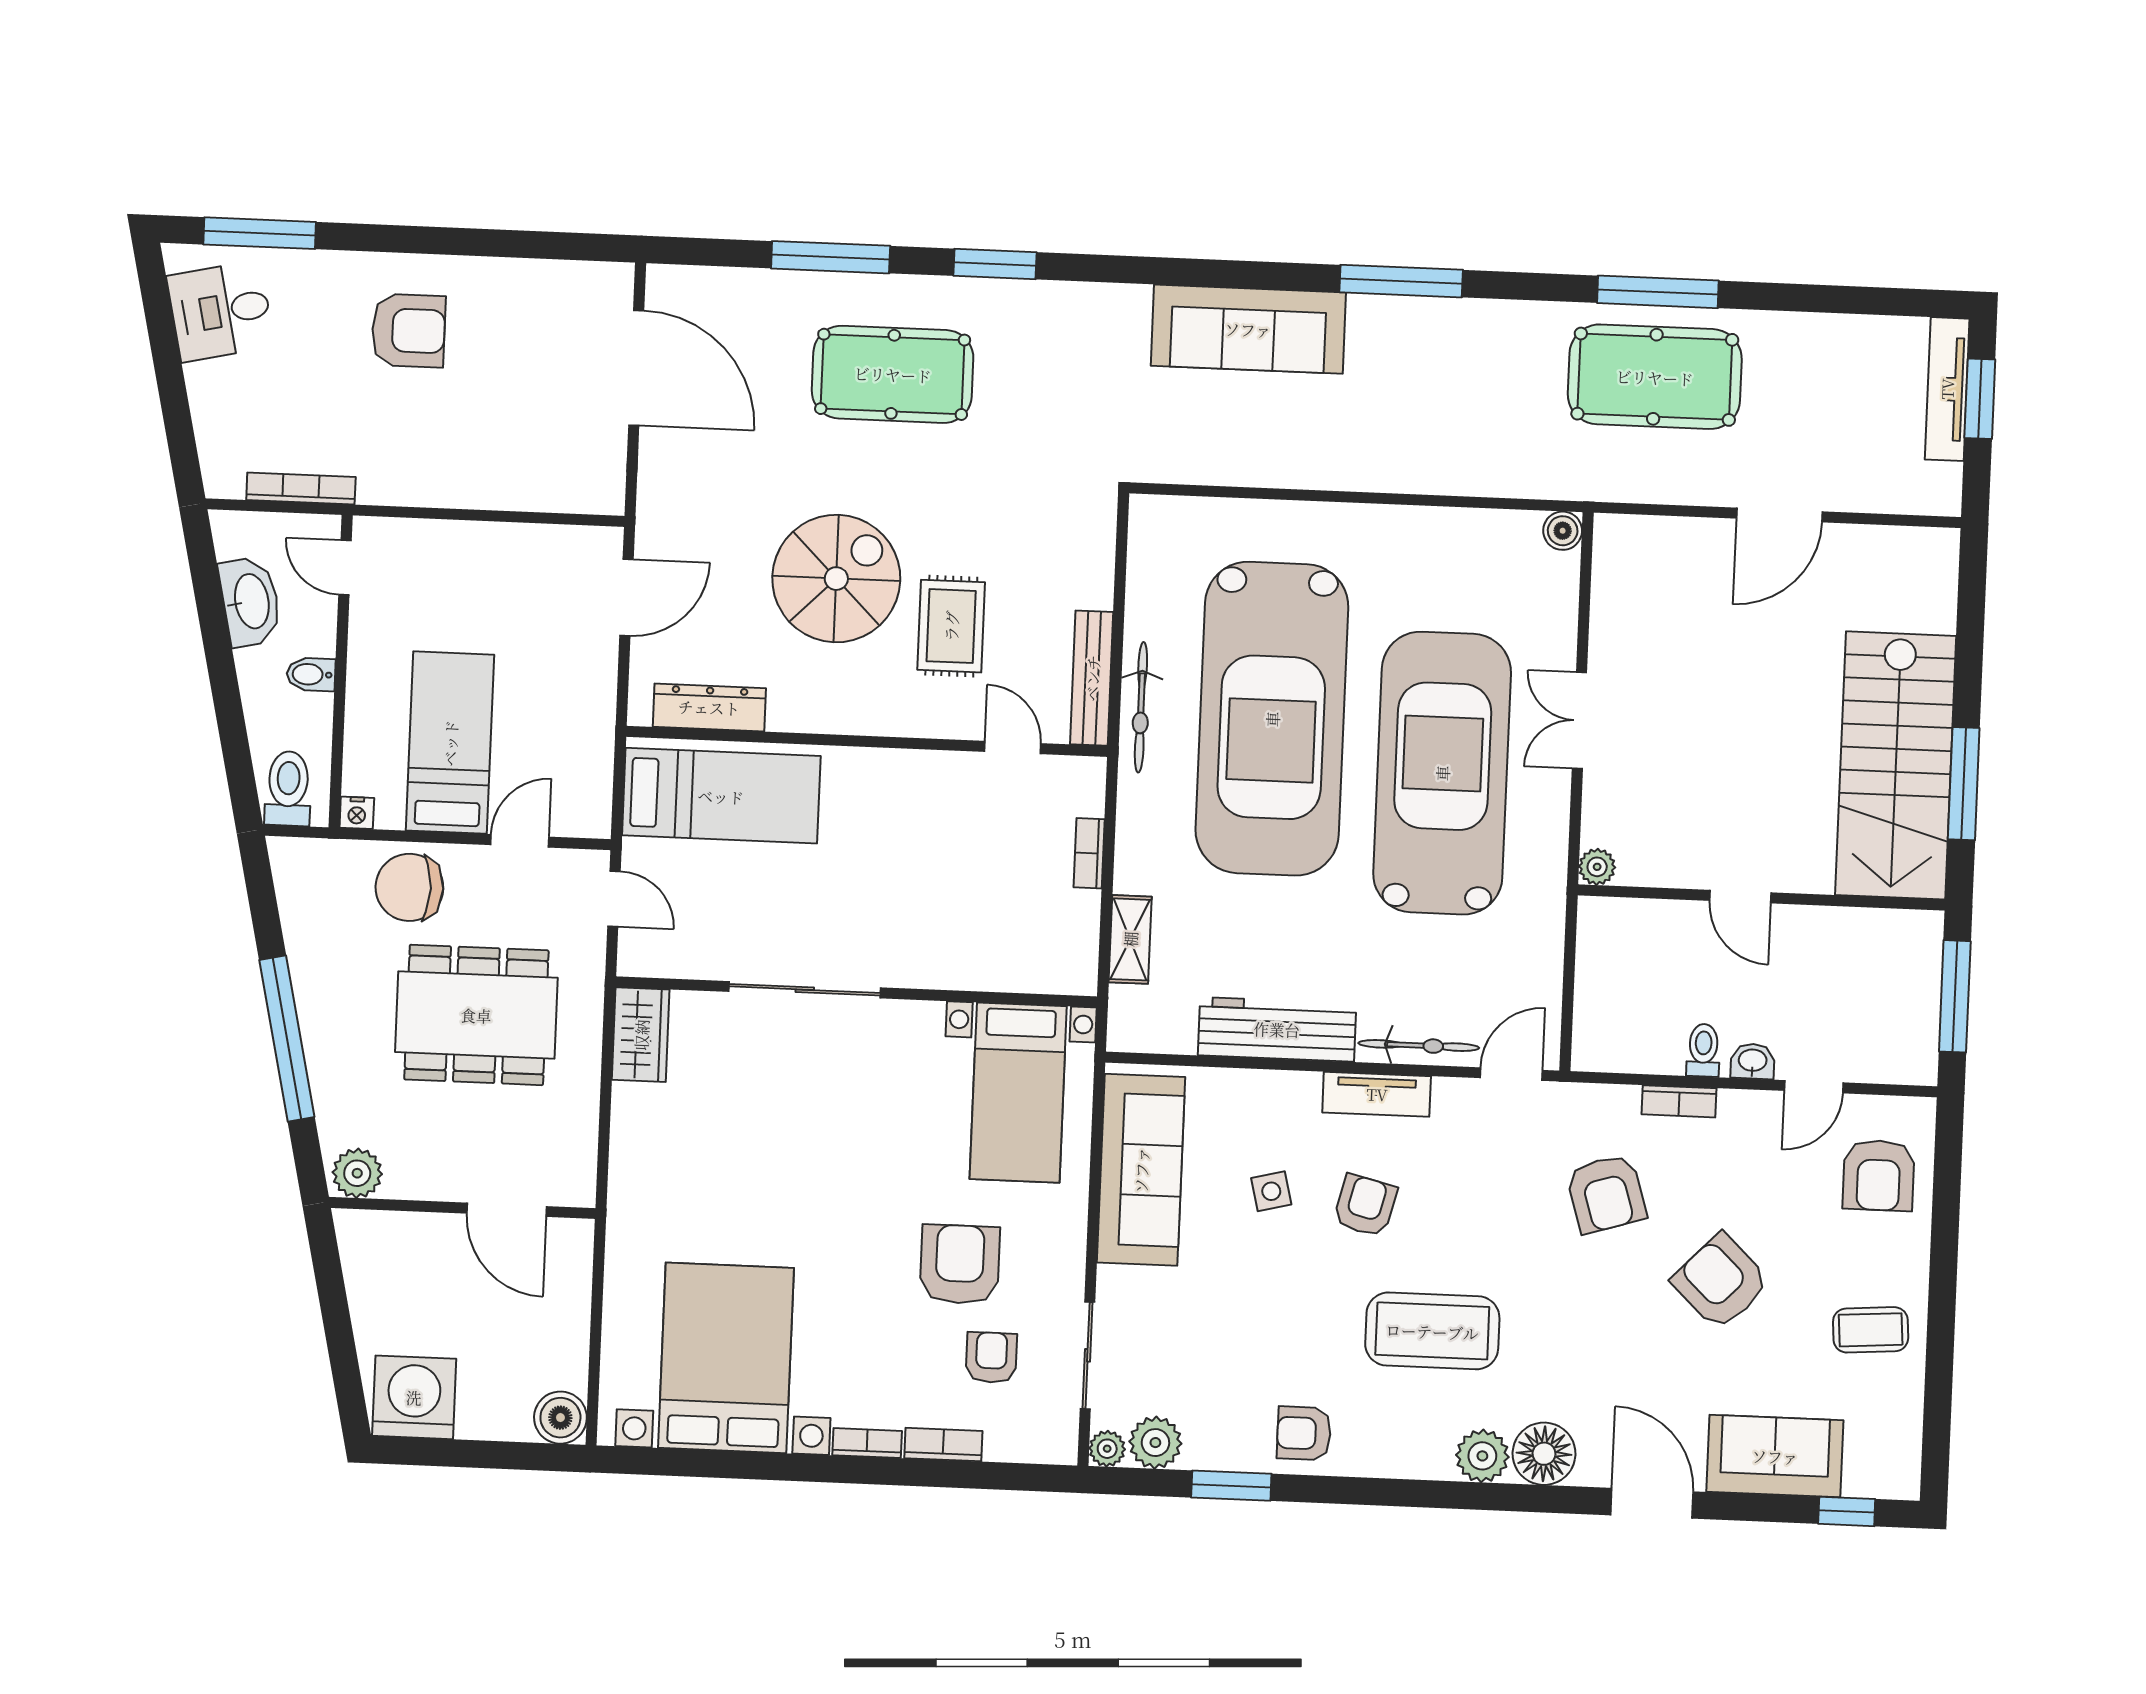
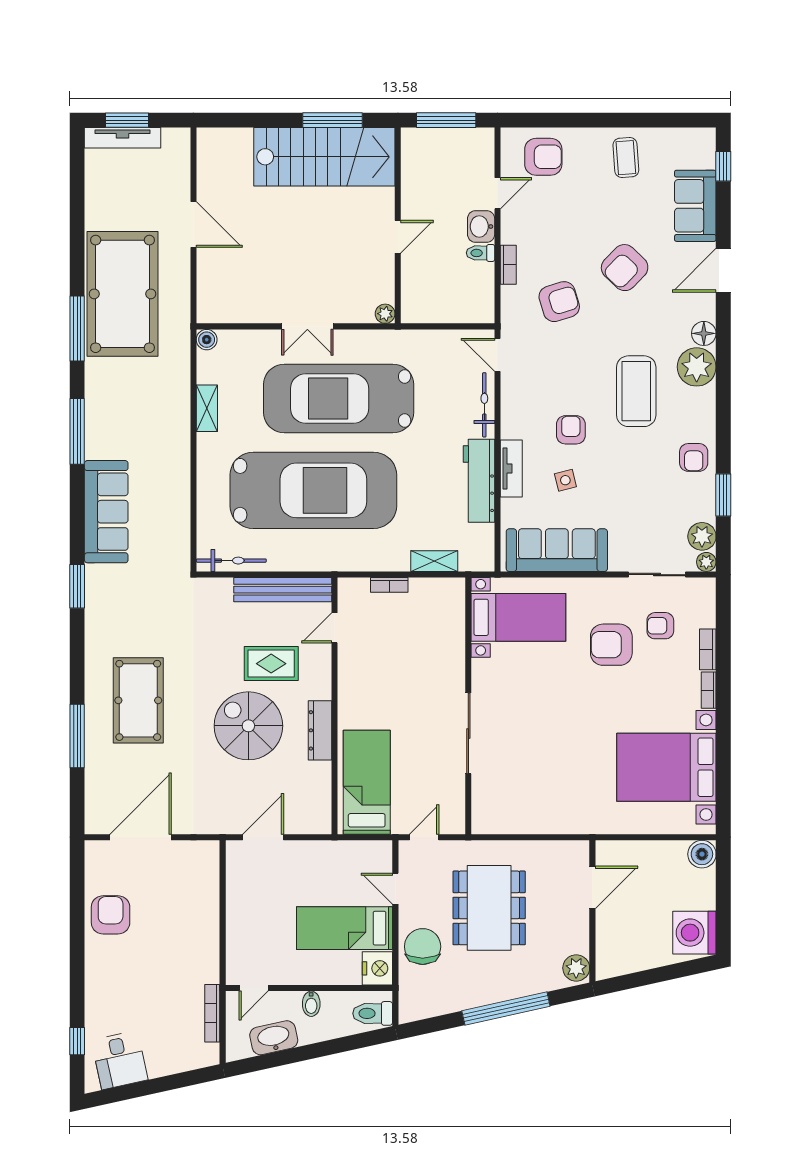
window: (260, 233) -> (77, 1041), width x0.46
window: (995, 264) -> (77, 586), moved
window: (1658, 292) -> (77, 328), moved
armchair: (408, 331) -> (111, 915), moved
pool table: (1655, 377) -> (123, 294), width x1.36, depth x1.32
shelving: (1434, 526) -> (207, 408), added
door: (627, 597) -> (263, 837), hinge flipped
bench: (1092, 678) -> (283, 590), width x1.37, depth x1.21
dresser: (709, 707) -> (320, 730), moved
bicycle: (1141, 707) -> (231, 561), moved
nightstand: (357, 813) -> (377, 968), width x1.89, depth x1.79
chair: (409, 887) -> (423, 947), turned 180
wardrobe: (641, 1035) -> (496, 820), removed
washbasin: (1753, 1061) -> (481, 226), width x1.38, depth x1.45
door: (1814, 1087) -> (498, 193), hinge flipped
tv unit: (1377, 1094) -> (511, 469), moved
armchair: (1365, 1206) -> (571, 430), turned 76
armchair: (1721, 1282) -> (625, 268), moved
floor lamp: (1544, 1454) -> (704, 333), width x0.73, depth x0.73
plant: (1482, 1456) -> (697, 367), width x1.36, depth x1.36

